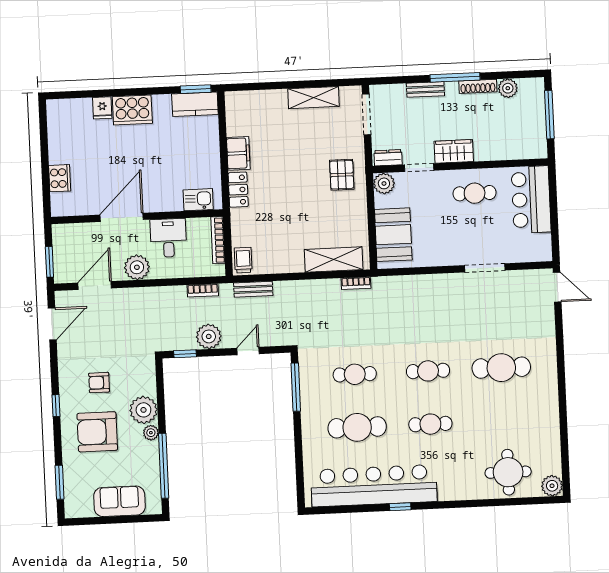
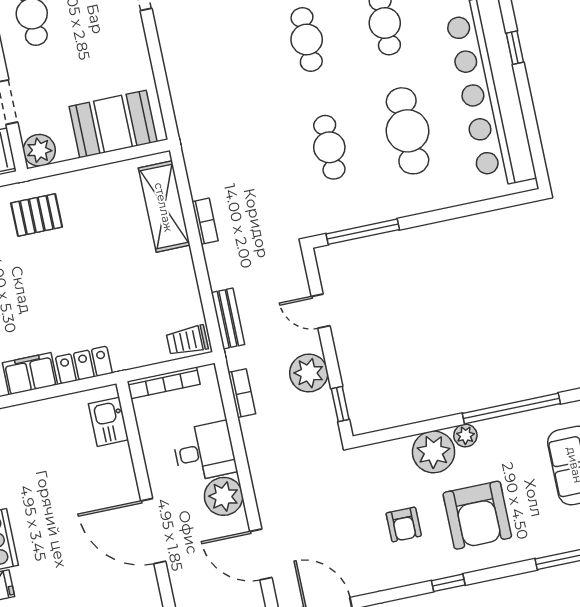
desk: (168, 238) -> (204, 452), moved, turned 180
bookcase: (356, 283) -> (205, 221), moved

